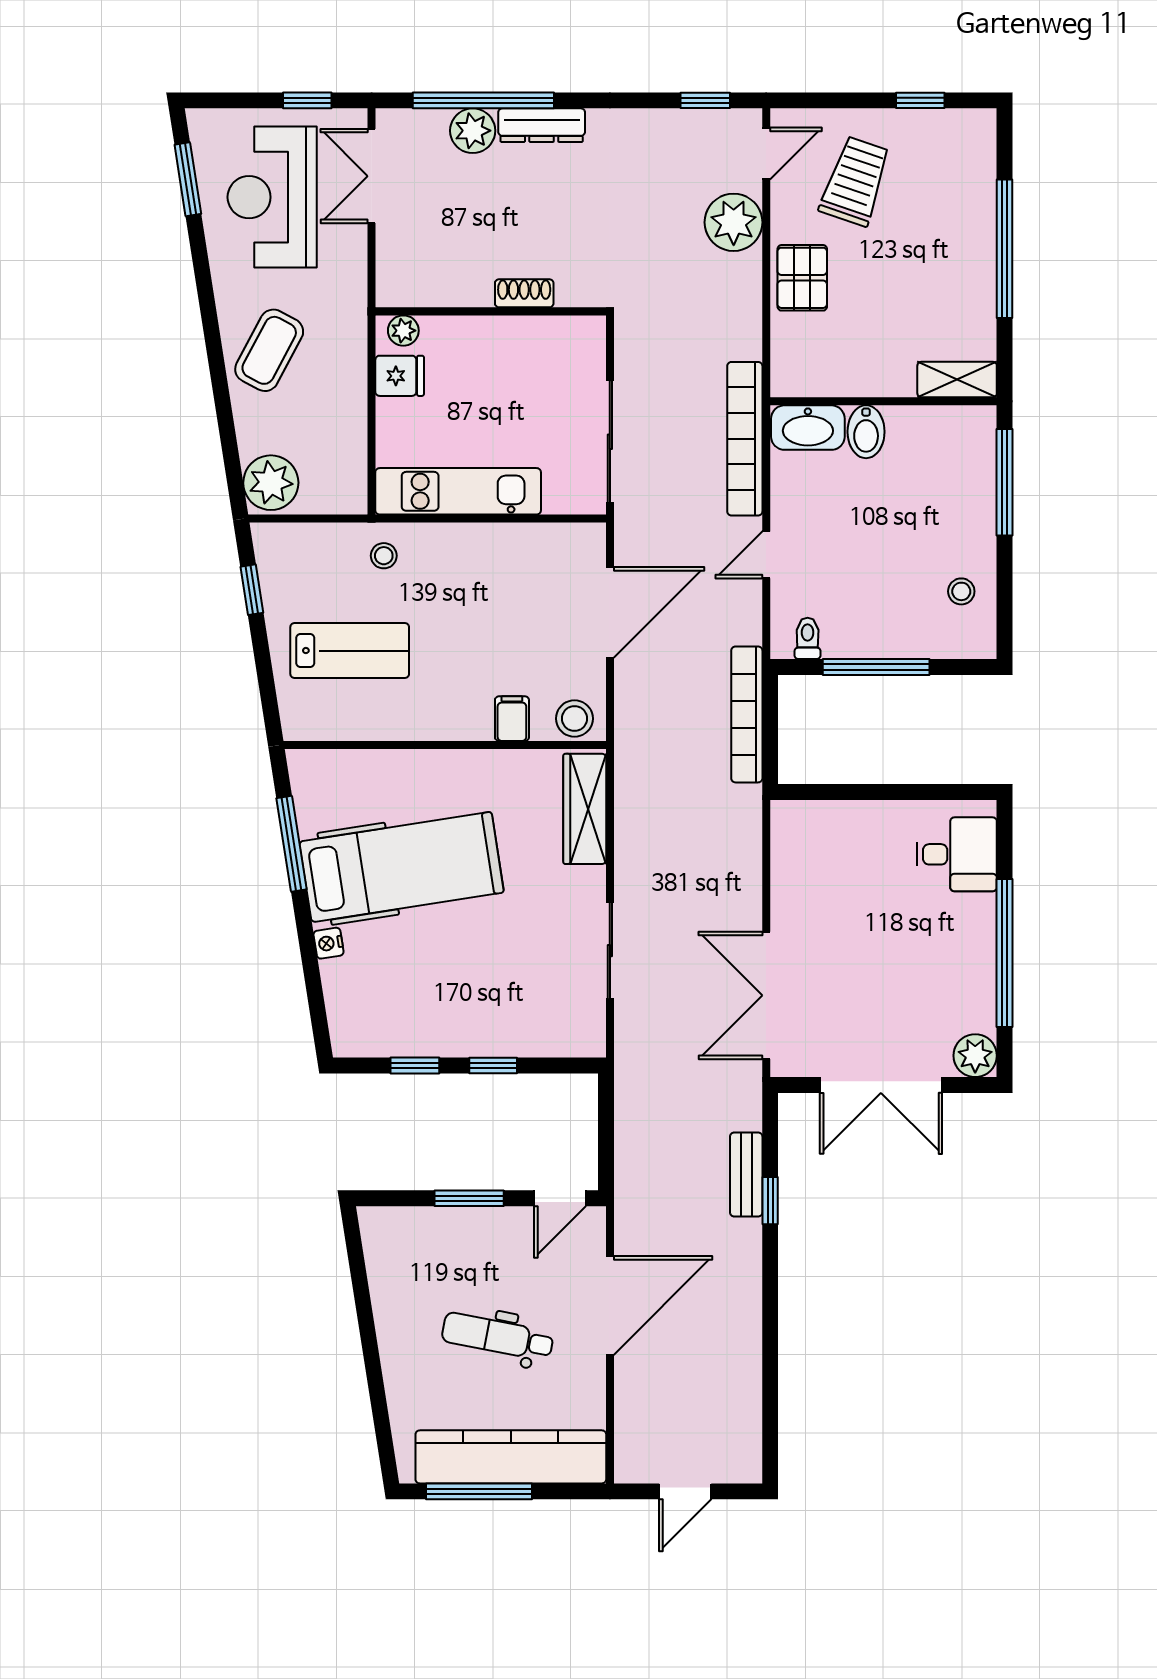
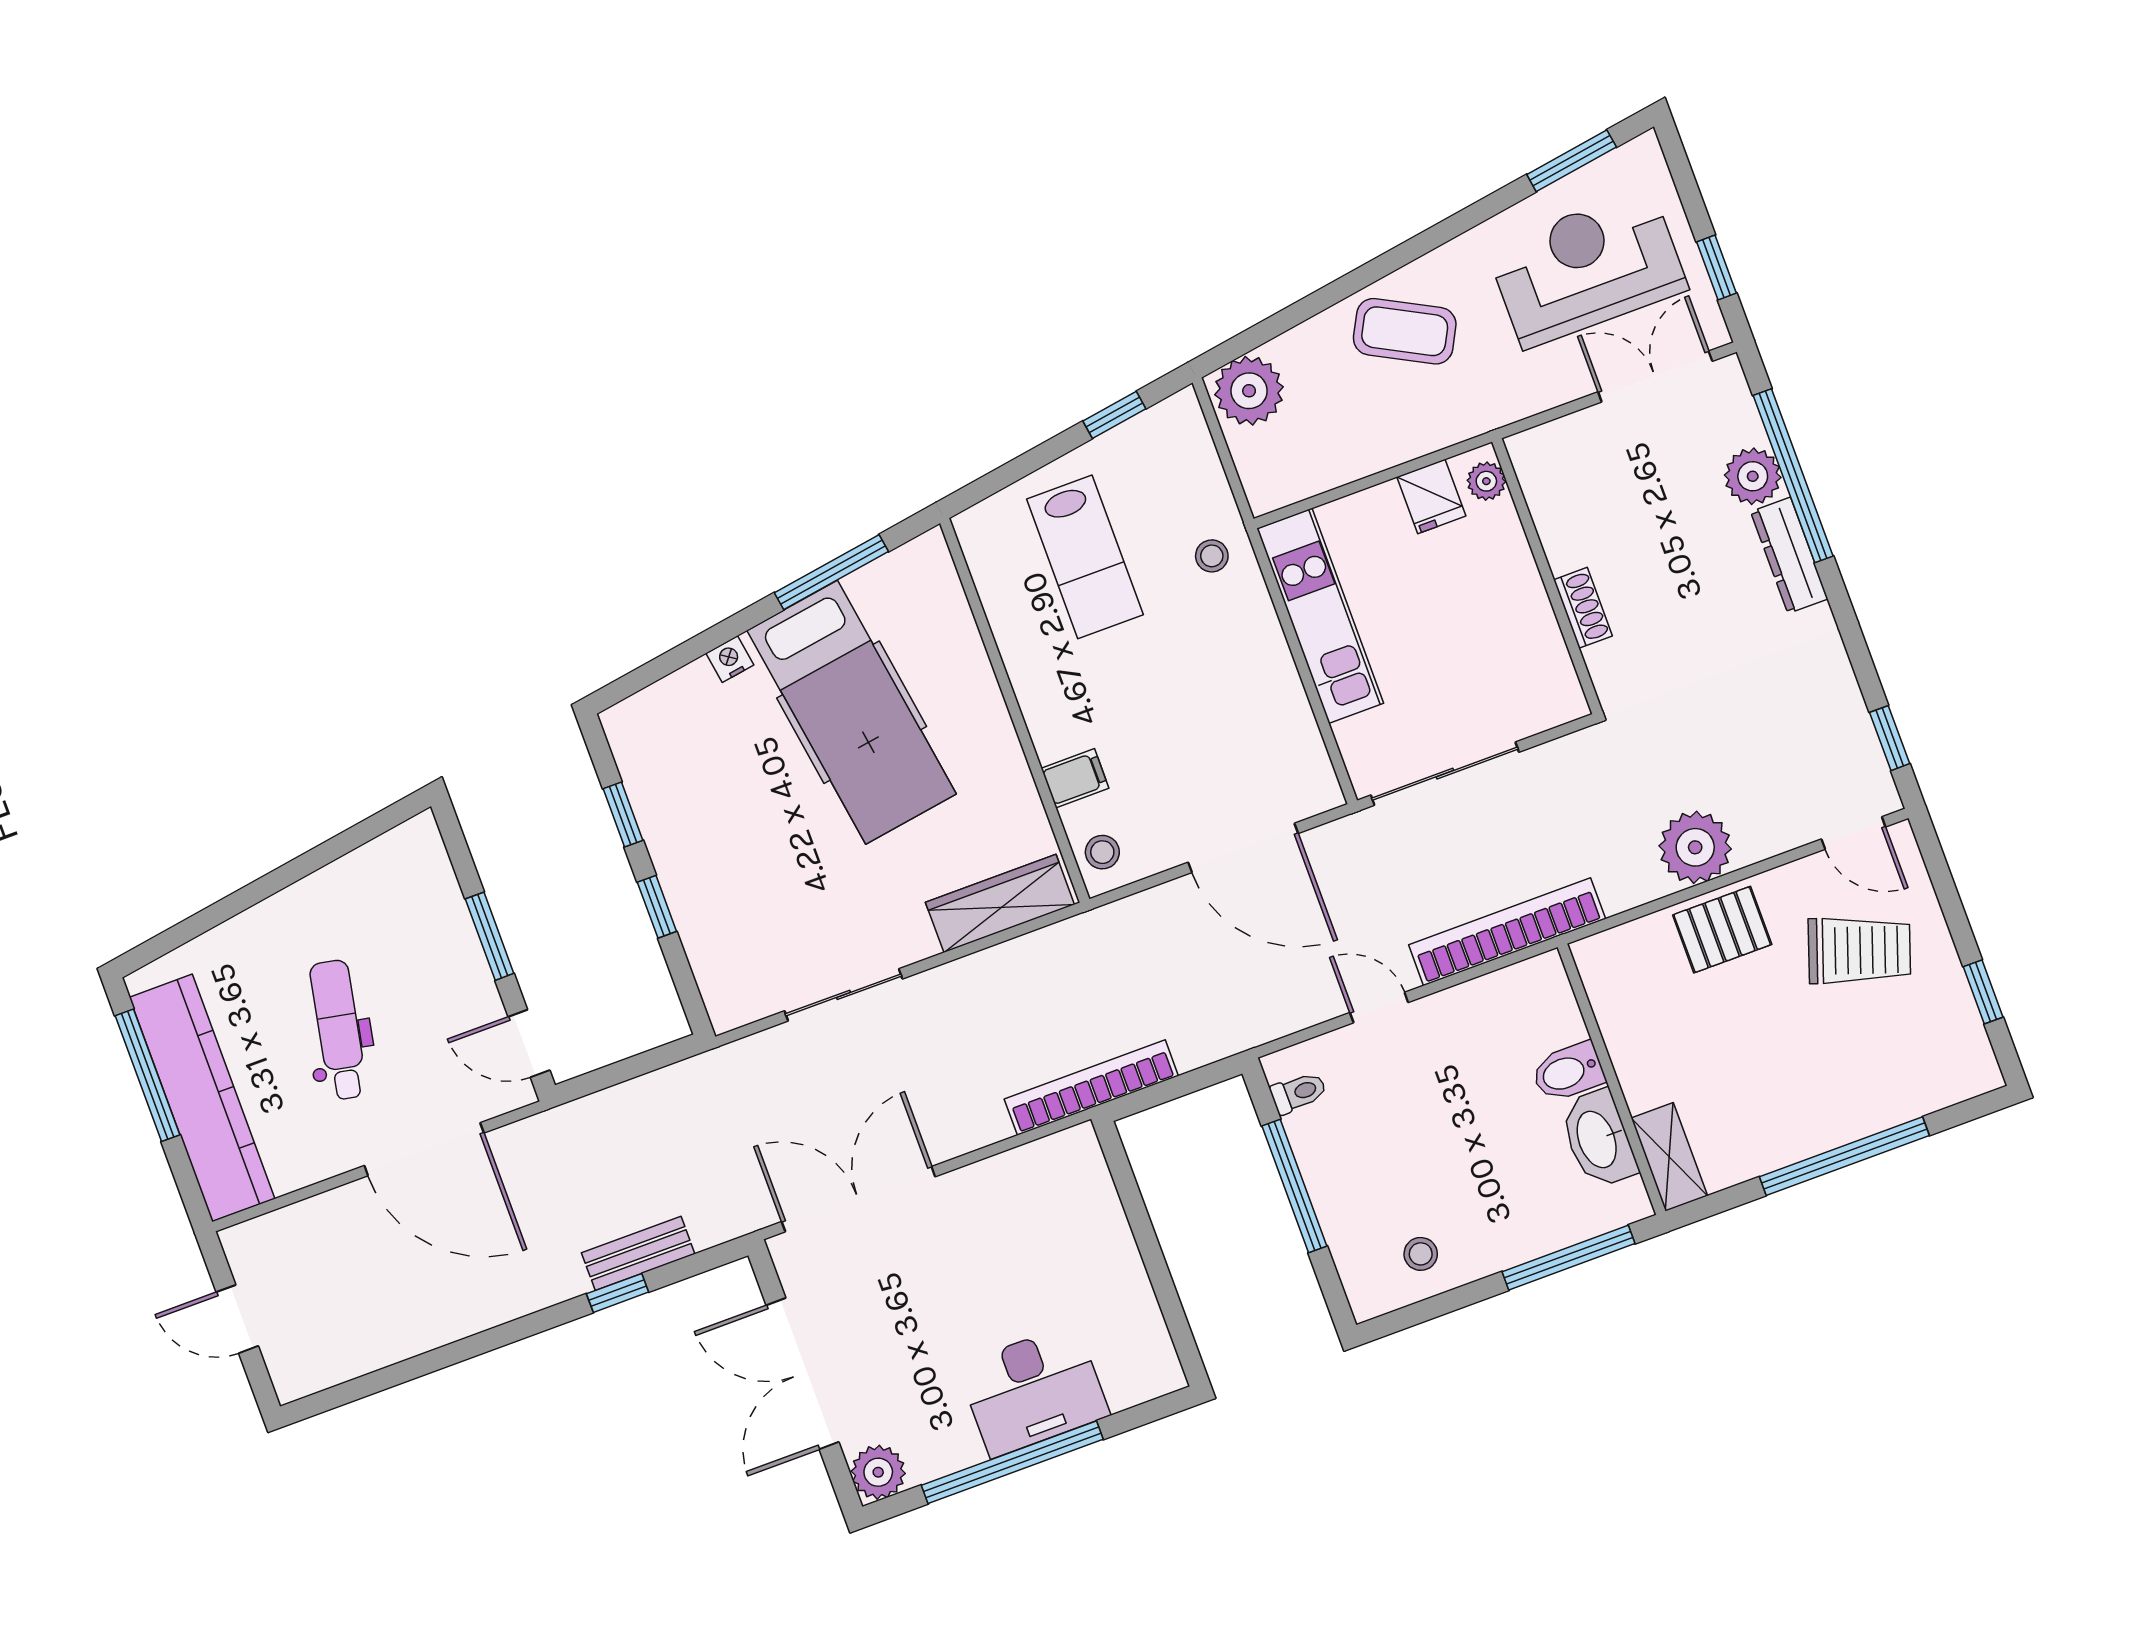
plant: (734, 222) -> (1695, 847), moved
washbasin: (808, 428) -> (1598, 1139), moved
bookcase: (747, 714) -> (1091, 1087), moved
stool: (574, 719) -> (1102, 852), width x0.73, depth x0.73
desk: (957, 854) -> (1033, 1390), moved, width x1.37

